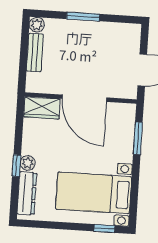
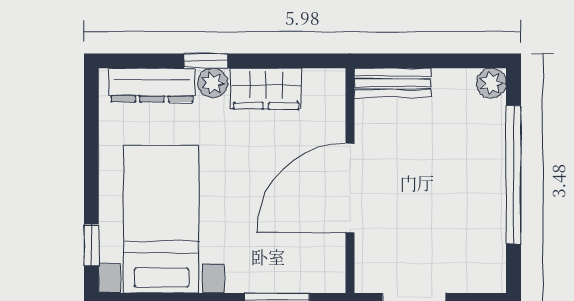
window: (83, 17) -> (514, 175), width x2.11
bench: (35, 53) -> (393, 83), moved
wardrobe: (42, 108) -> (266, 89), moved, turned -90

